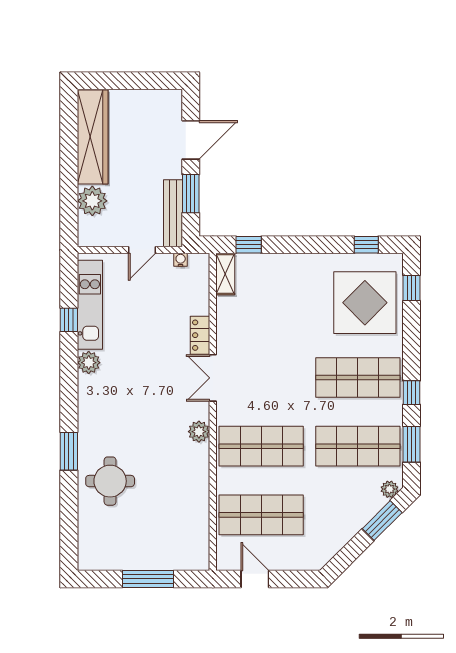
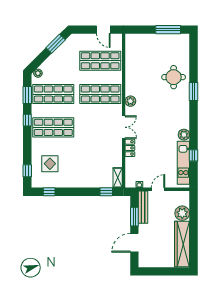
display table: (365, 303) -> (50, 164), width x0.54, depth x0.54
window: (382, 521) -> (56, 44), moved
window: (148, 579) -> (168, 30), moved

